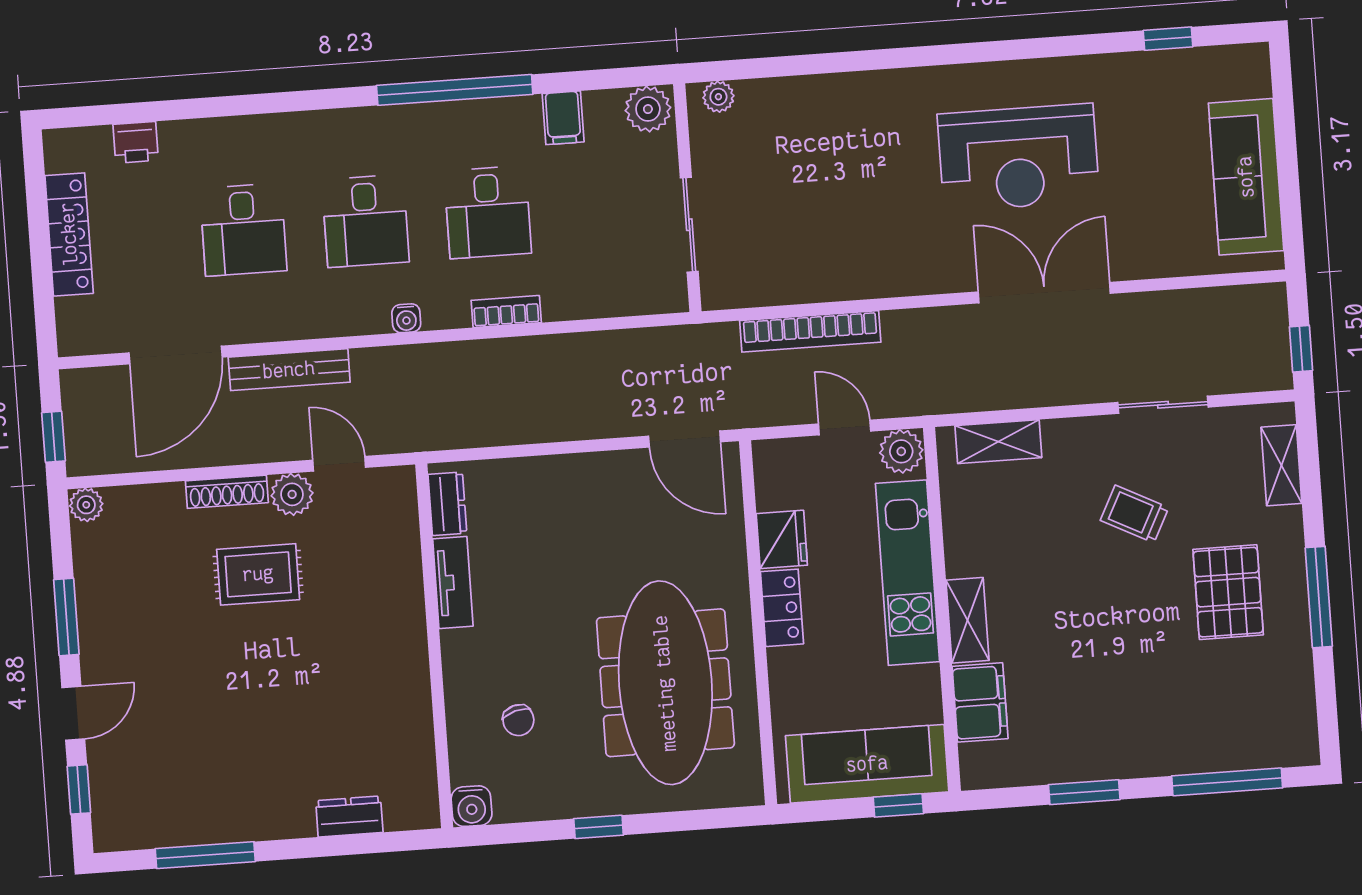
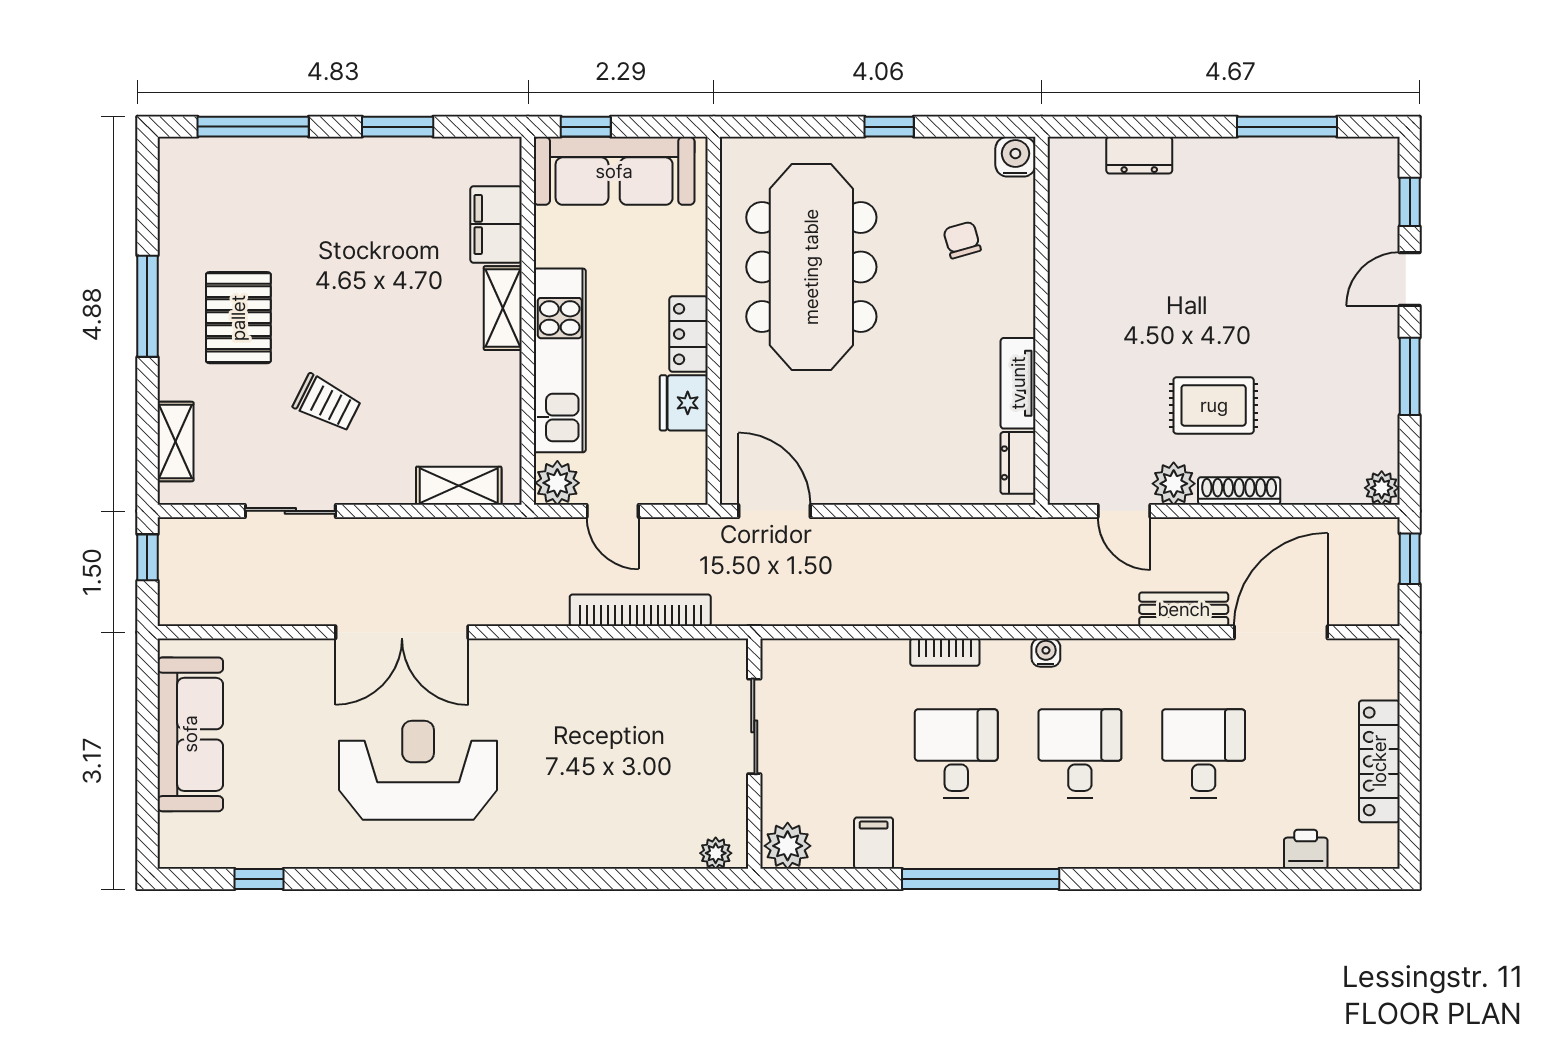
bench: (289, 370) -> (1184, 609), width x0.73

